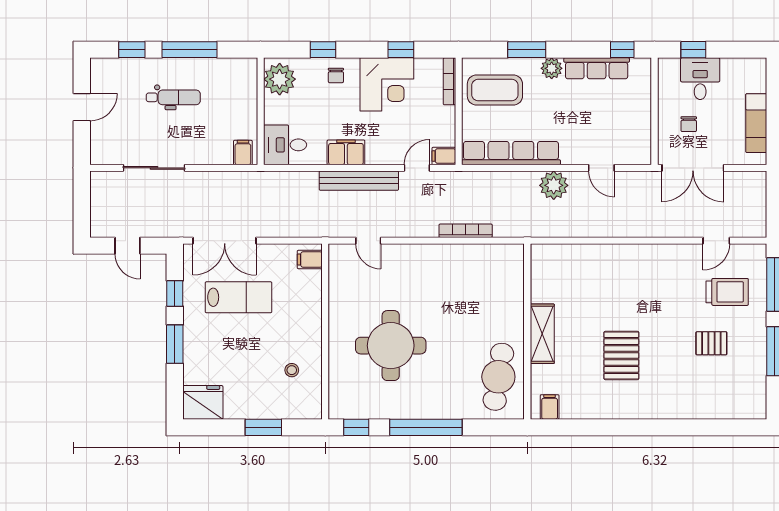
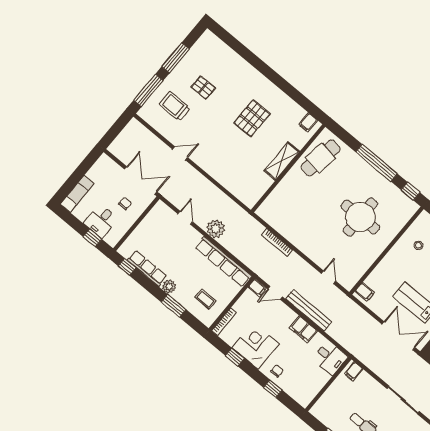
plant: (280, 79) -> (306, 392), removed
coffee table: (495, 90) -> (205, 299), width x0.54, depth x0.58
exam couch: (756, 123) -> (77, 194), moved
door: (716, 241) -> (180, 153), moved

